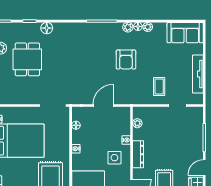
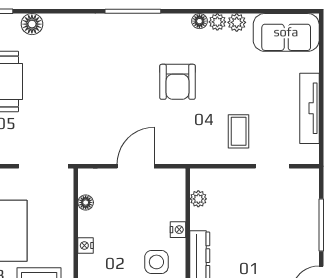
plant: (128, 27) -> (237, 22), moved

